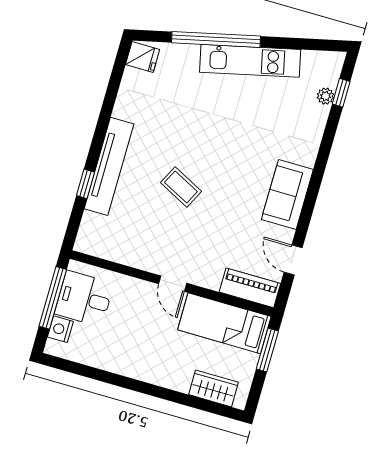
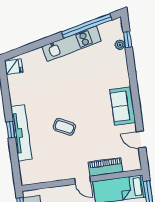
window: (216, 39) -> (87, 26), moved
window: (85, 184) -> (11, 130), moved
piano: (250, 288) -> (106, 167), moved

